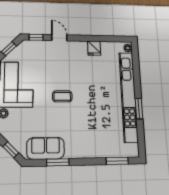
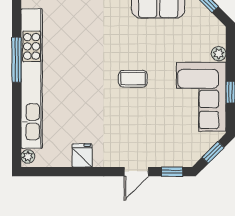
door: (59, 38) -> (136, 172), hinge flipped
window: (139, 109) -> (17, 60), width x1.44

